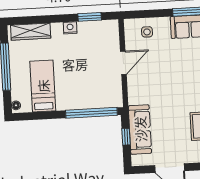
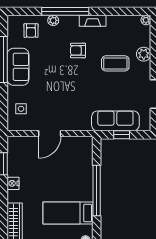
door: (123, 63) -> (50, 133), swing flipped
window: (91, 113) -> (97, 190), moved

